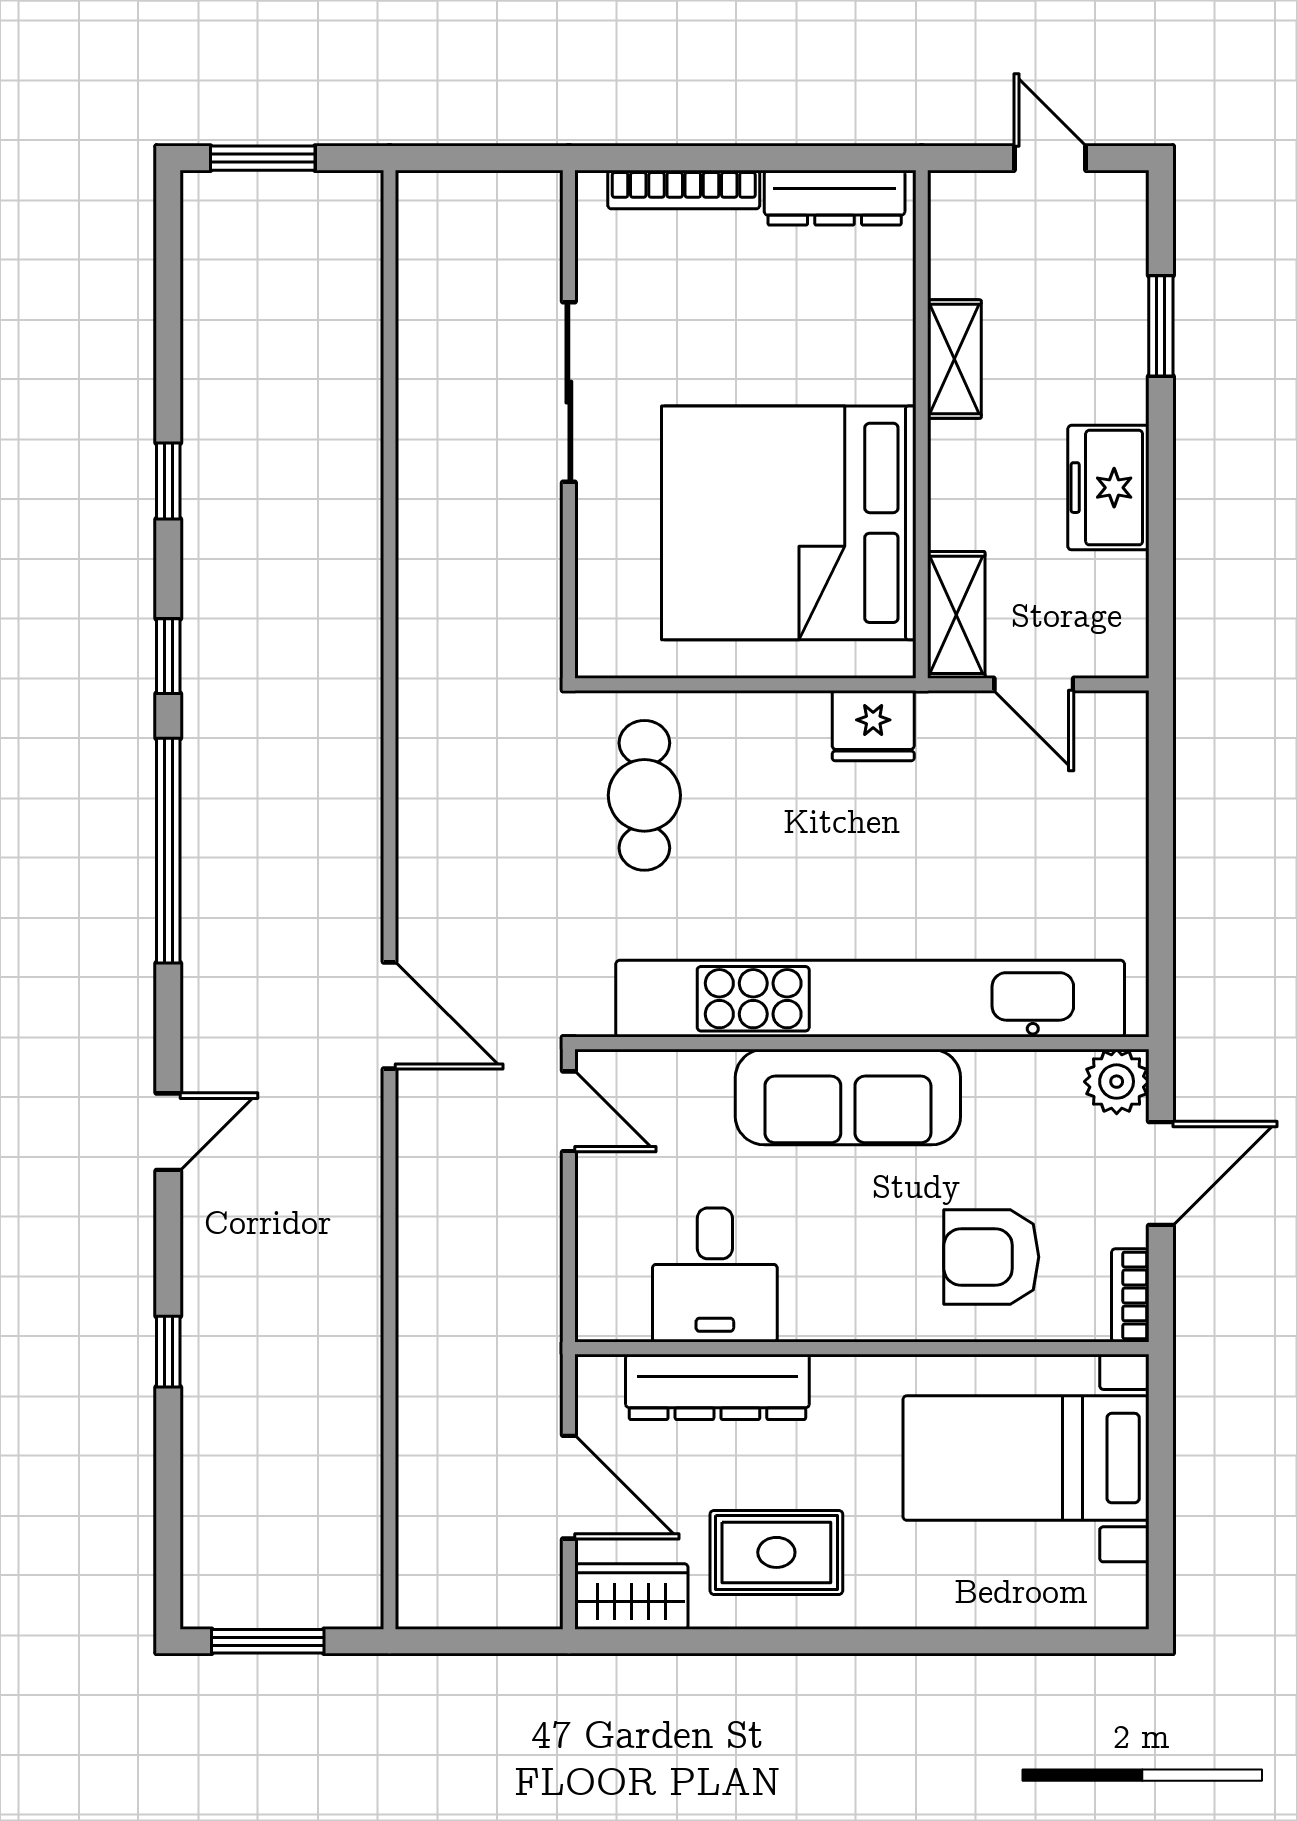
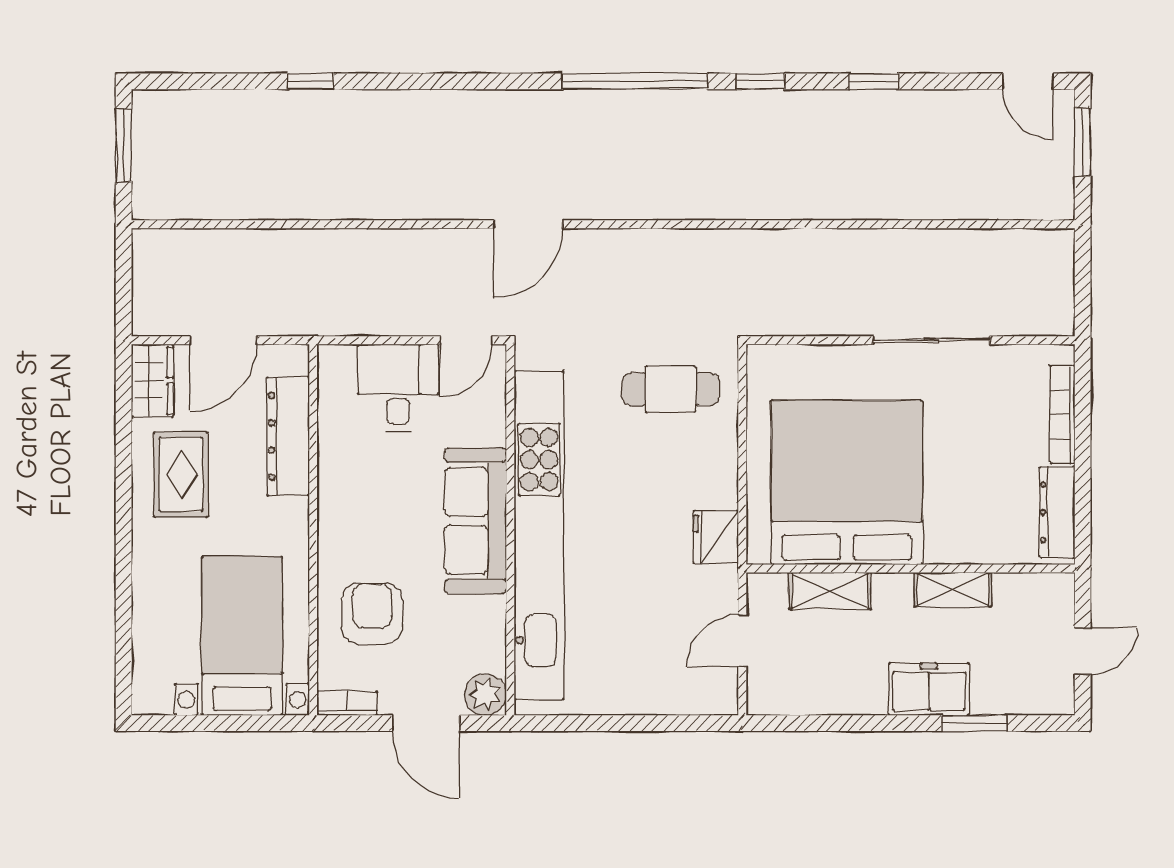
freezer: (1108, 488) -> (929, 689), moved
shelving: (956, 615) -> (830, 591), moved
door: (168, 1132) -> (1028, 81), moved
desk: (715, 1275) -> (398, 388), moved, turned 90

